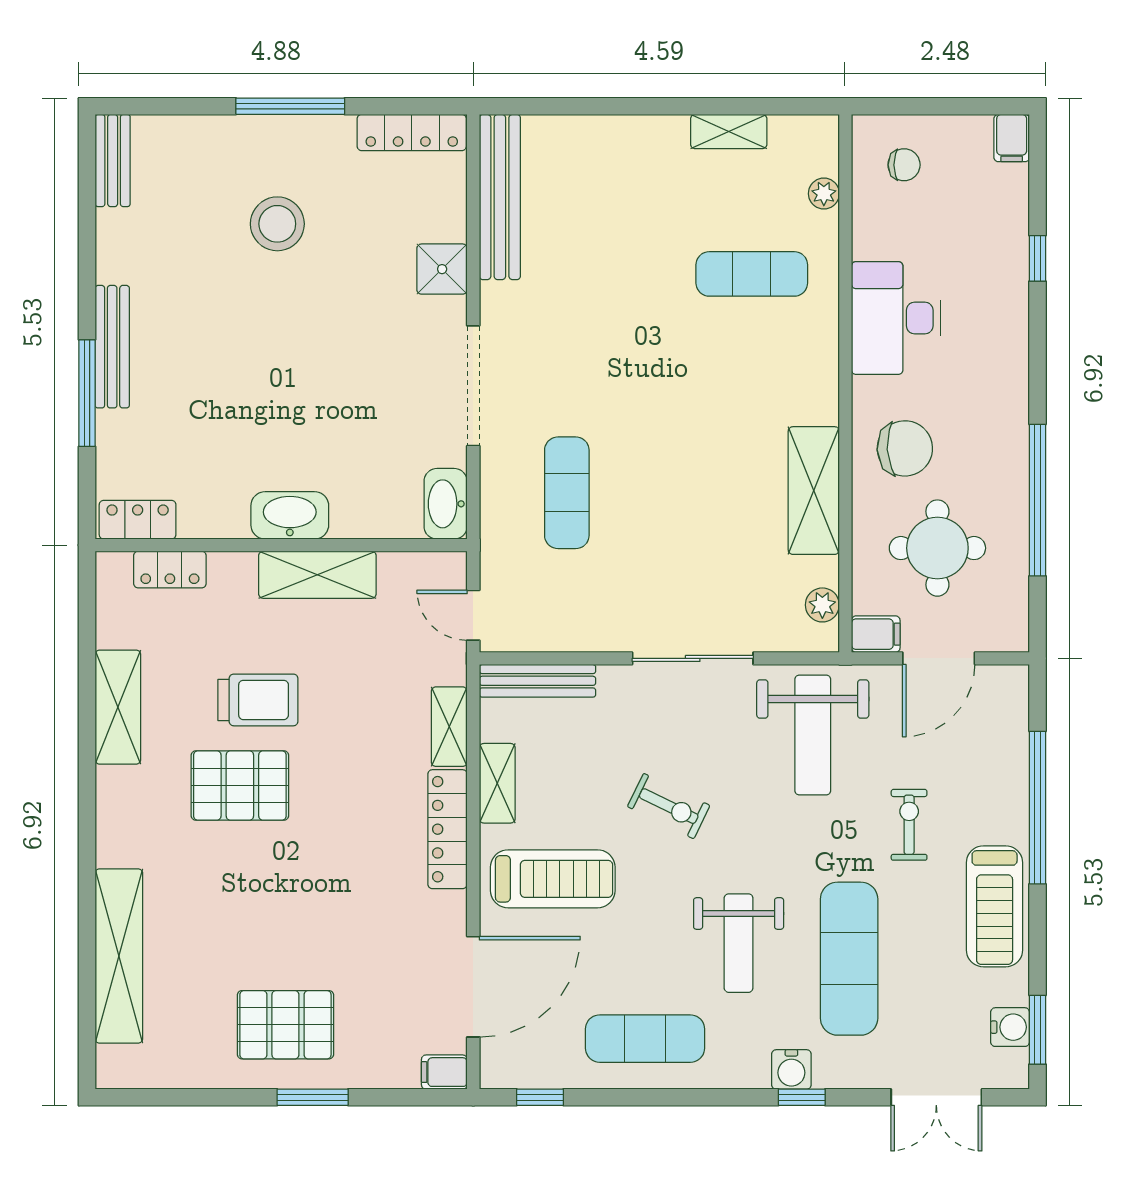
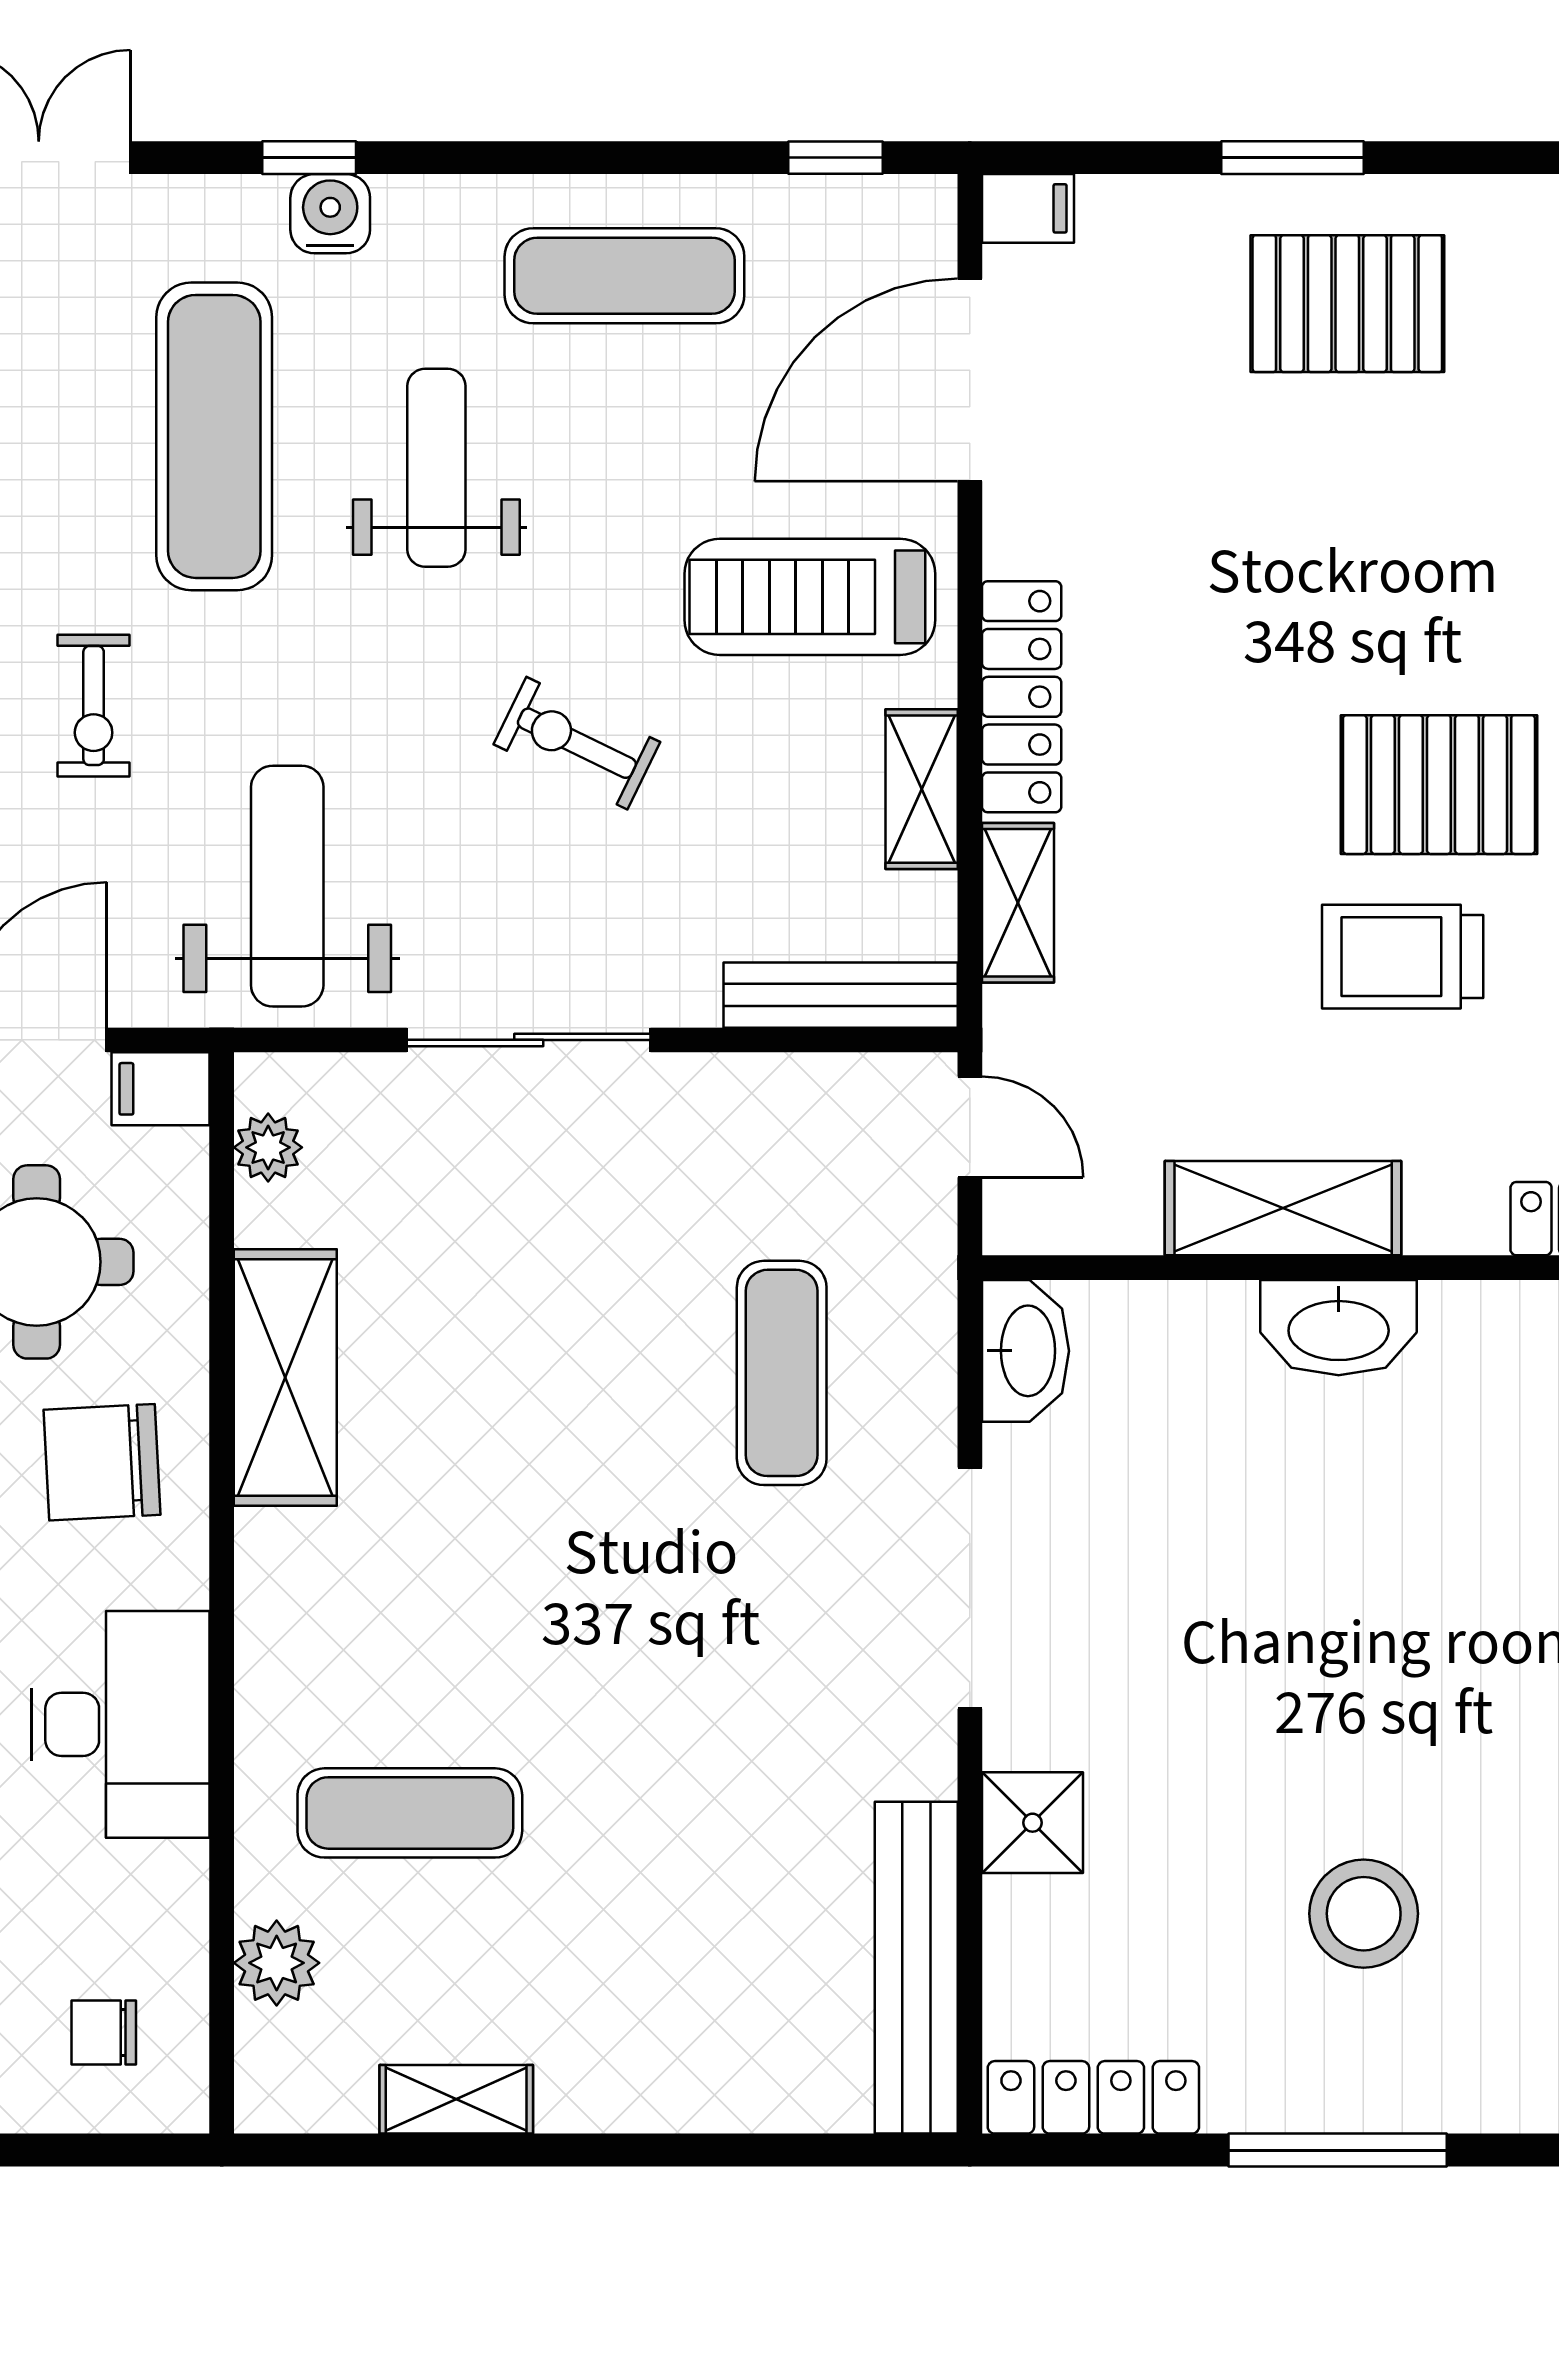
plant: (824, 194) -> (277, 1963), width x1.38, depth x1.38

